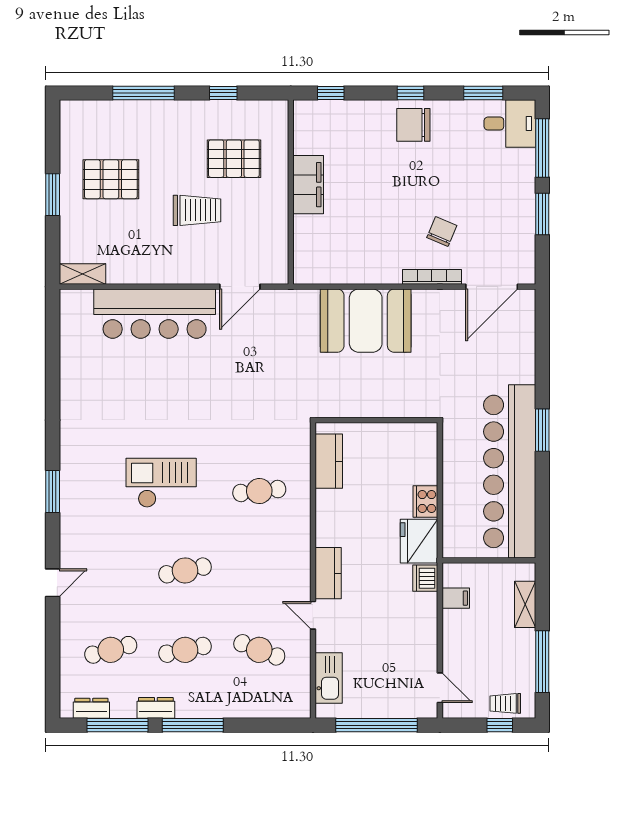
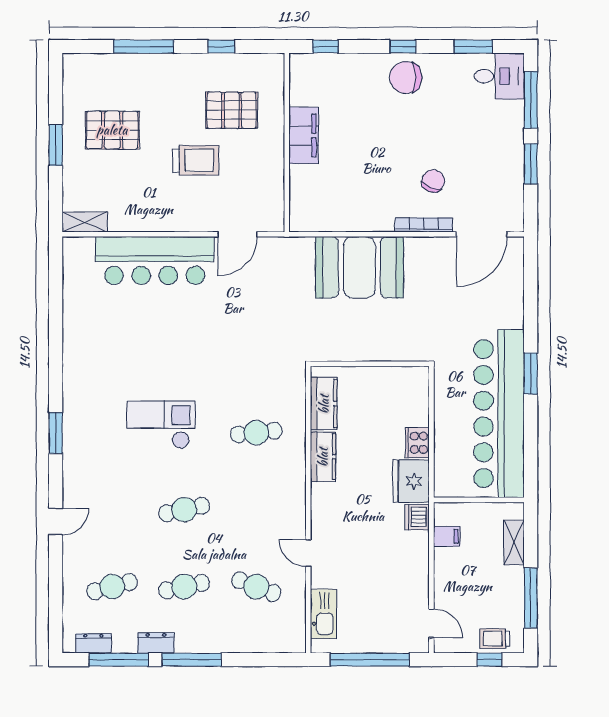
kitchen counter: (328, 573) -> (323, 457), moved

